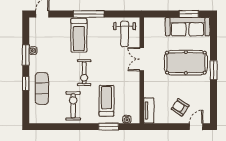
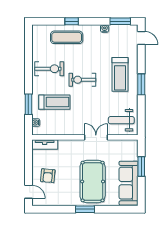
window: (89, 14) -> (141, 84), width x0.69
window: (189, 14) -> (141, 166), moved
treadmill: (79, 35) -> (120, 74), turned -90
window: (26, 55) -> (120, 21), moved
armchair: (180, 107) -> (48, 176), turned 152

